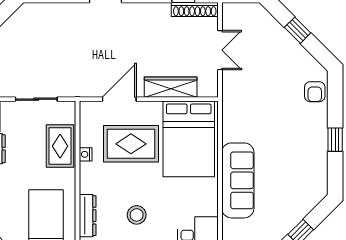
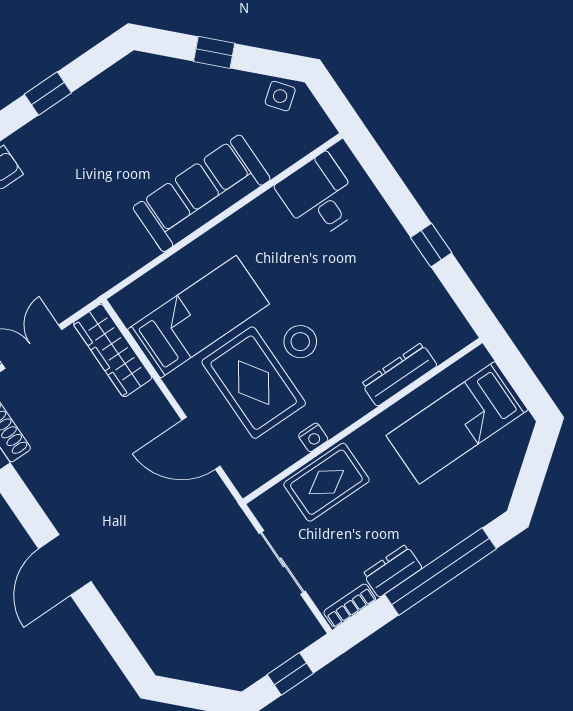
wardrobe: (171, 87) -> (113, 351), moved
bed: (189, 139) -> (198, 317), width x0.67
stool: (137, 215) -> (300, 342), moved

